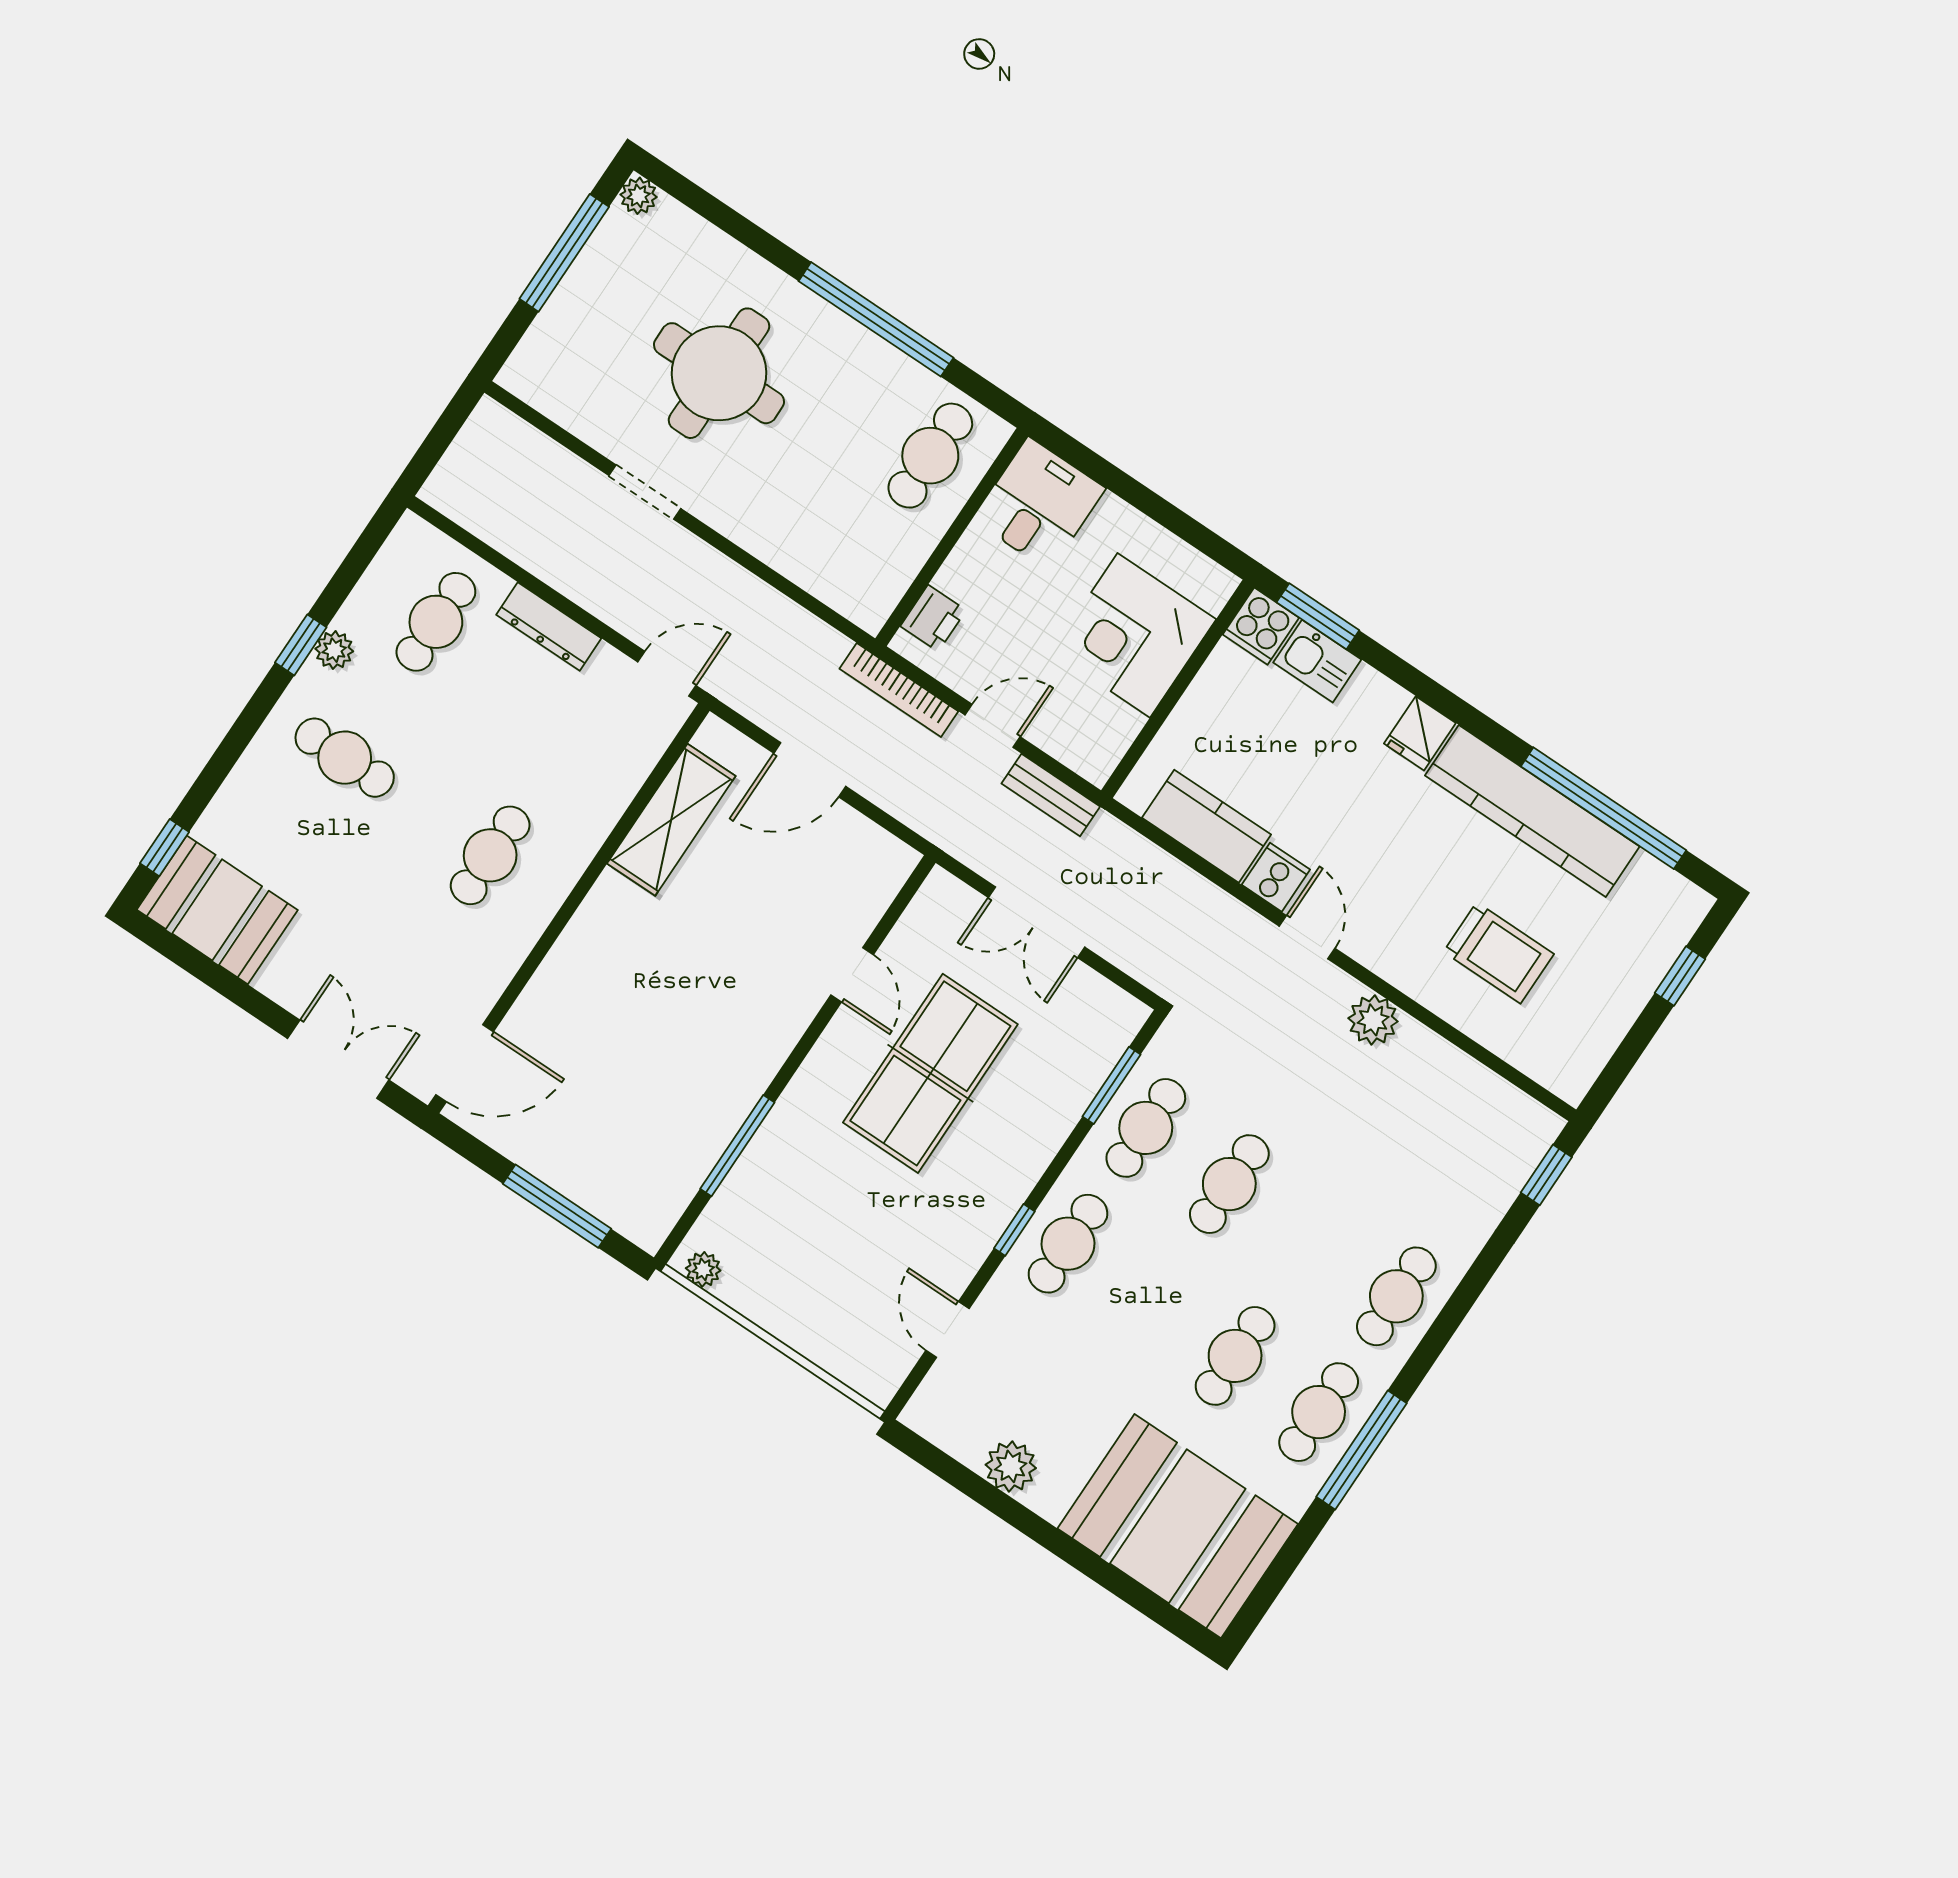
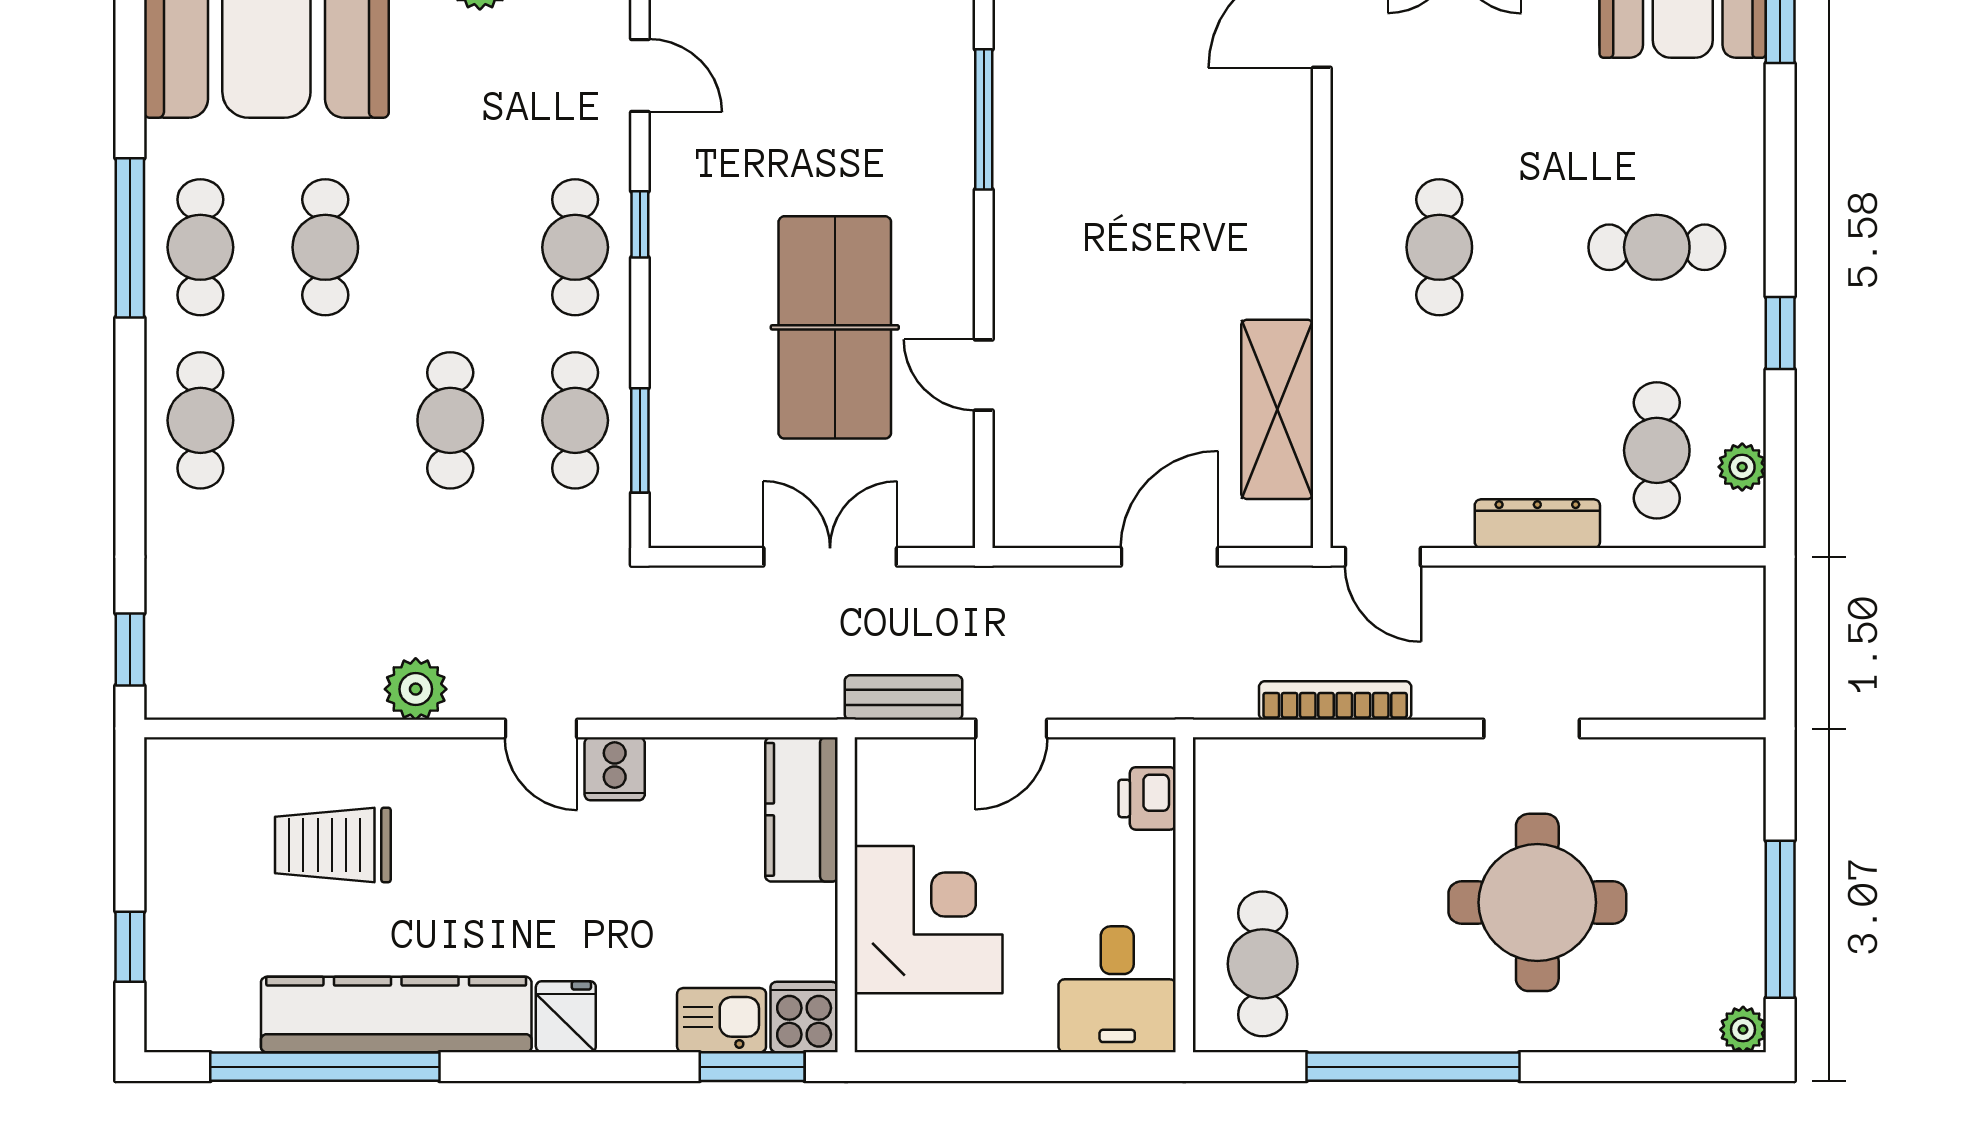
plant: (334, 650) -> (1742, 467), moved
door: (667, 674) -> (1383, 557), hinge flipped
bookcase: (899, 690) -> (1335, 701), moved
kitchen counter: (1207, 826) -> (801, 809), moved, turned 90

